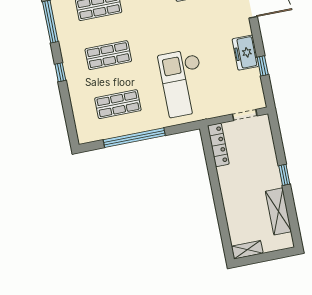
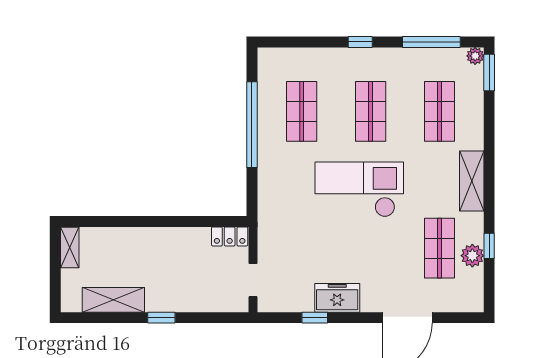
checkout: (183, 83) -> (359, 189), moved
locker: (218, 145) -> (230, 236), width x0.66

